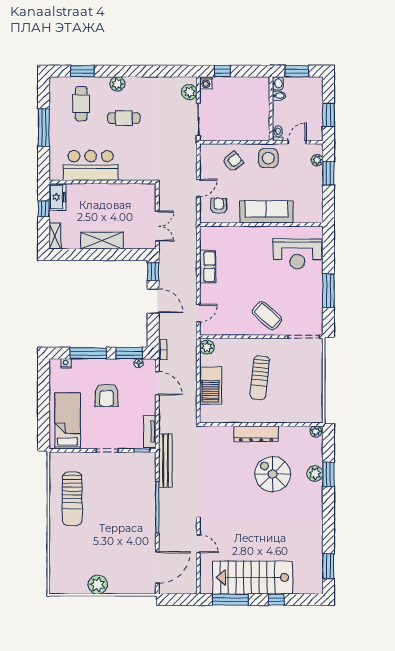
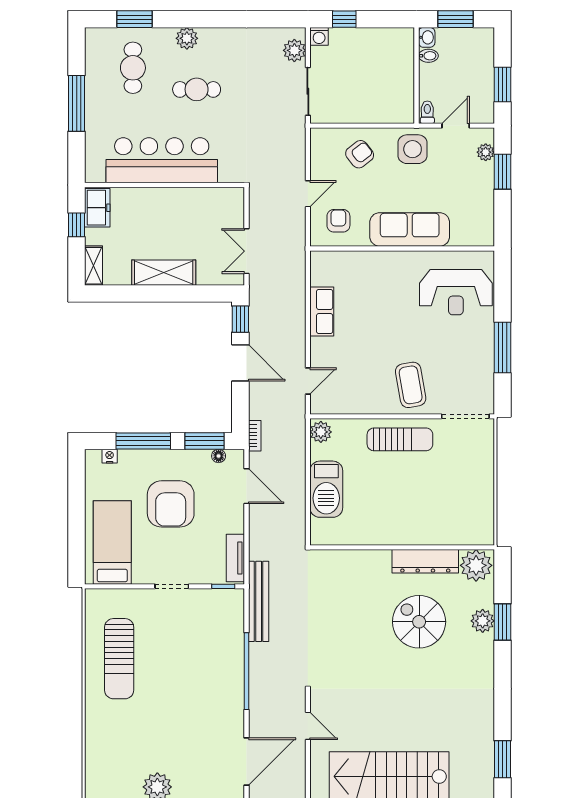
bar counter: (91, 165) -> (162, 160), width x1.36
double door: (157, 226) -> (247, 251), swing flipped
coffee table: (267, 316) -> (411, 385), turned 38
sun lounger: (260, 378) -> (400, 439), moved, turned -96
armchair: (107, 395) -> (171, 504), width x1.36, depth x1.36
plant: (316, 431) -> (476, 565), width x1.88, depth x1.88
dresser: (256, 434) -> (425, 561), moved

